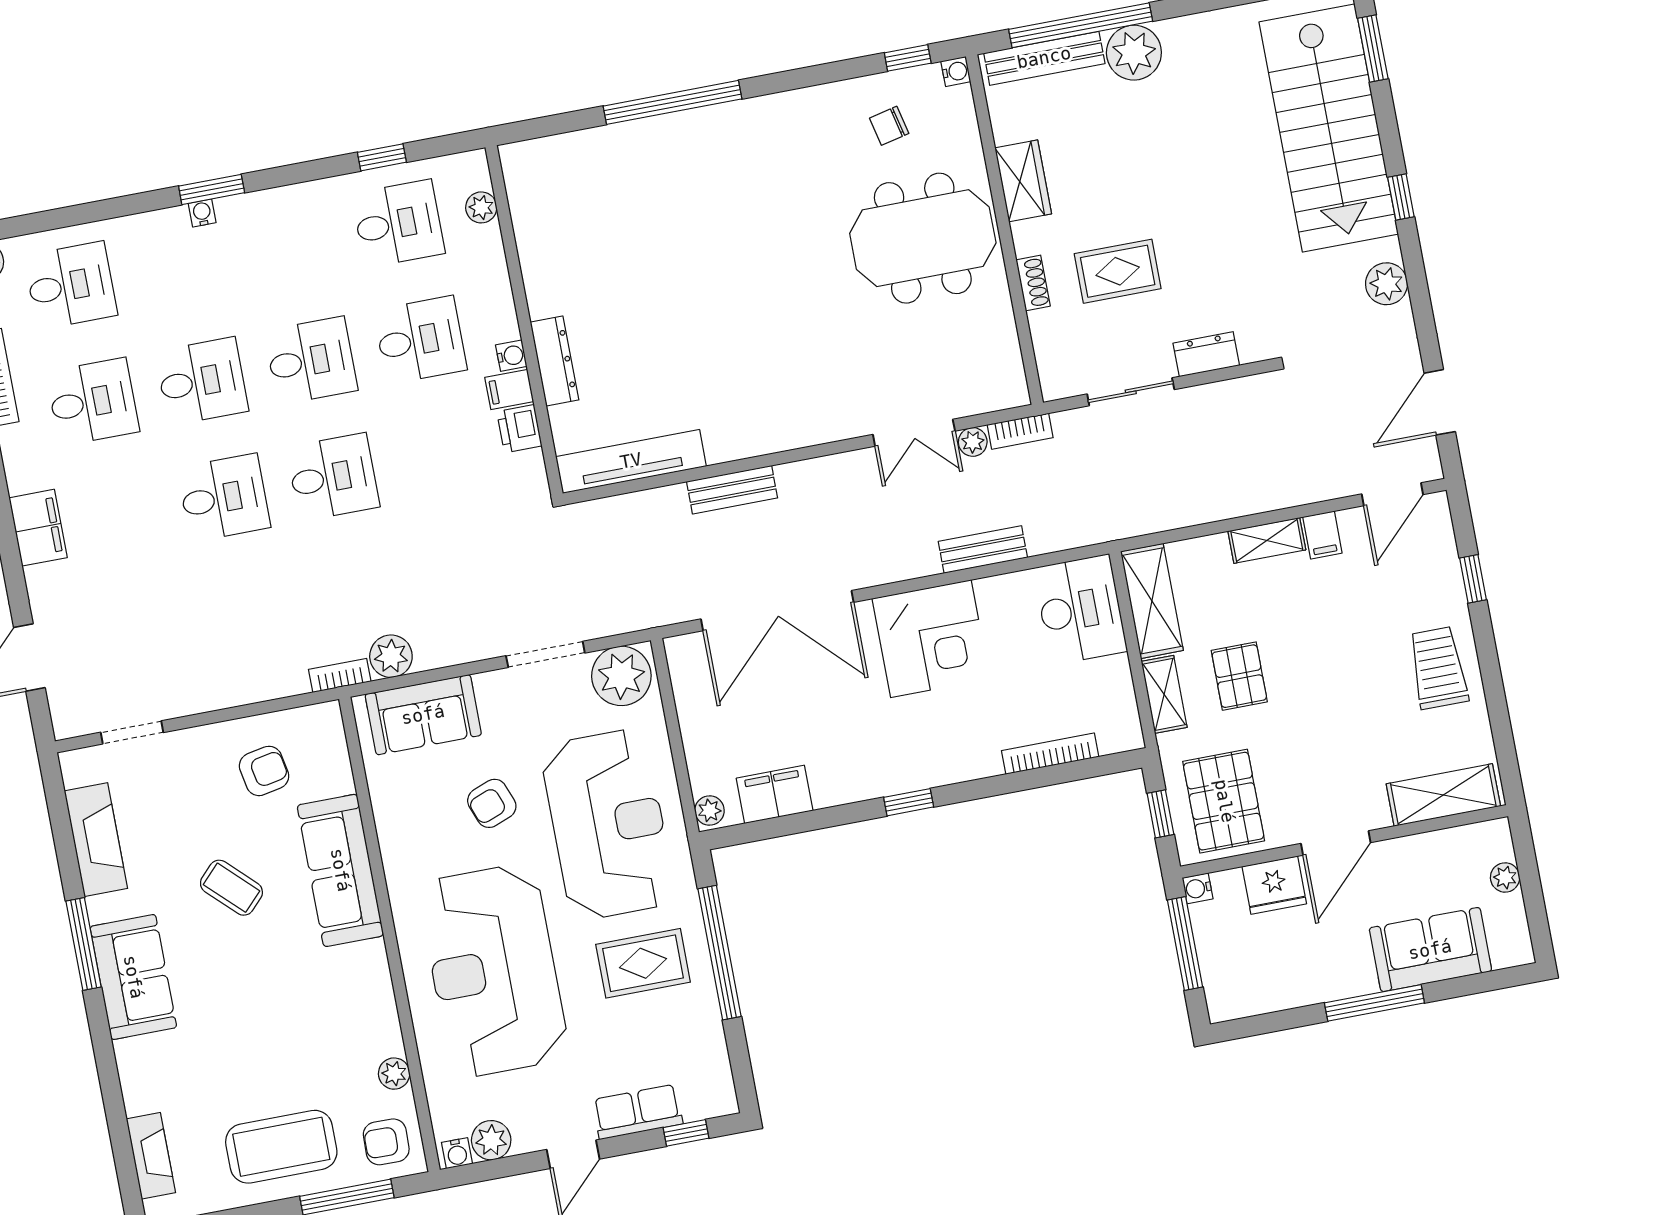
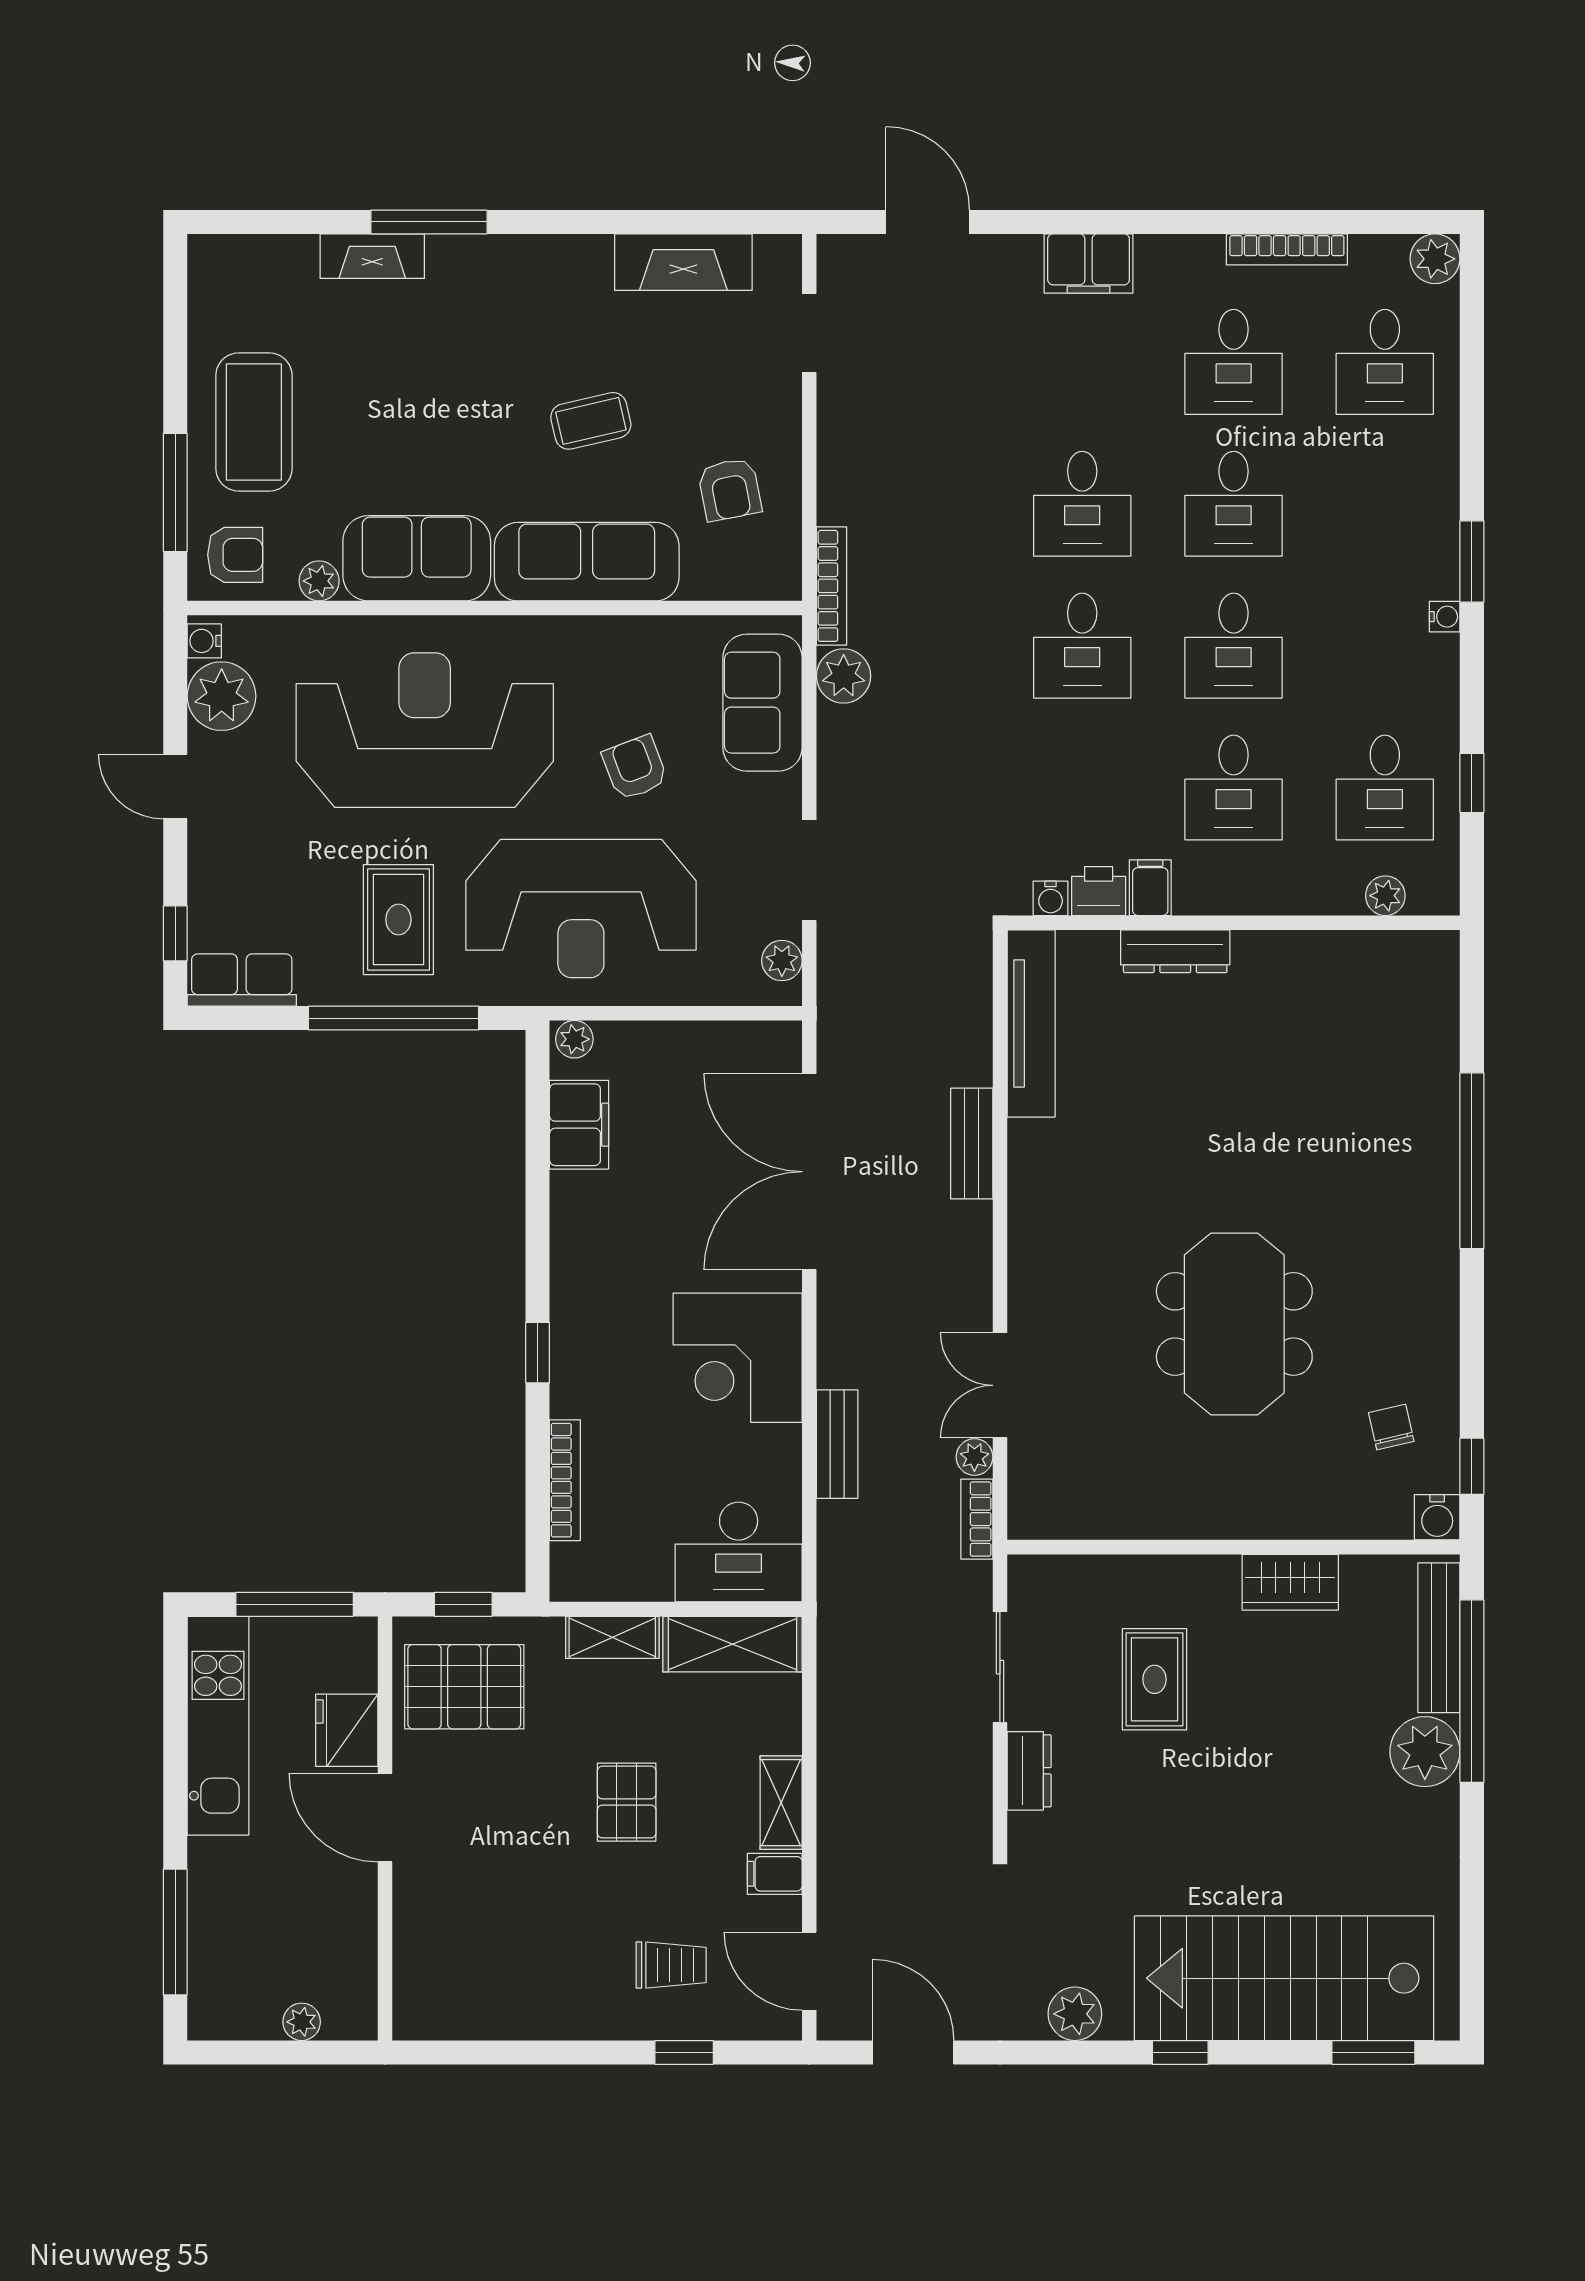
water cooler: (956, 71) -> (1437, 1517), width x1.38, depth x1.38
water cooler: (202, 213) -> (1445, 617), moved
meeting table: (923, 238) -> (1234, 1324), moved
shoe rack: (1033, 283) -> (1160, 1570), removed
water cooler: (511, 356) -> (1051, 898), moved
trolley: (1438, 668) -> (671, 1965), moved, width x0.73, depth x0.72
bookcase: (340, 675) -> (832, 586), width x1.56
plant: (621, 676) -> (782, 961), width x0.53, depth x0.53
pallet: (1239, 676) -> (627, 1802), moved, turned 90
shelving: (1443, 795) -> (420, 1964), removed
window: (909, 802) -> (538, 1353), moved
coffee table: (231, 888) -> (591, 421), turned 33
water cooler: (1198, 888) -> (361, 1633), removed
window: (84, 944) -> (429, 222), moved
sofa: (1430, 950) -> (229, 1911), removed
sofa: (133, 977) -> (417, 558), moved, turned 180
kitchen unit: (1289, 985) -> (218, 1726), added
window: (1374, 1003) -> (175, 1932), moved
row of seats: (638, 1112) -> (242, 980), moved, turned -90
plant: (491, 1140) -> (222, 696), width x1.36, depth x1.36
armchair: (386, 1142) -> (235, 555), turned 89
fireplace: (151, 1156) -> (372, 256), moved

